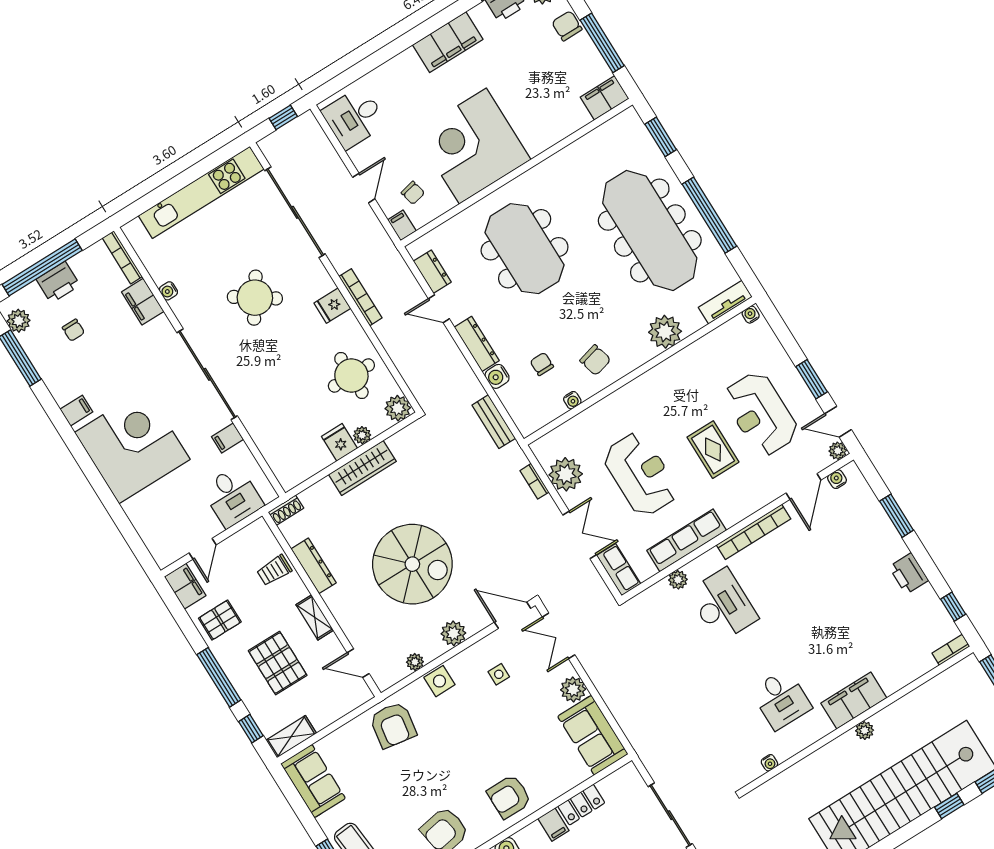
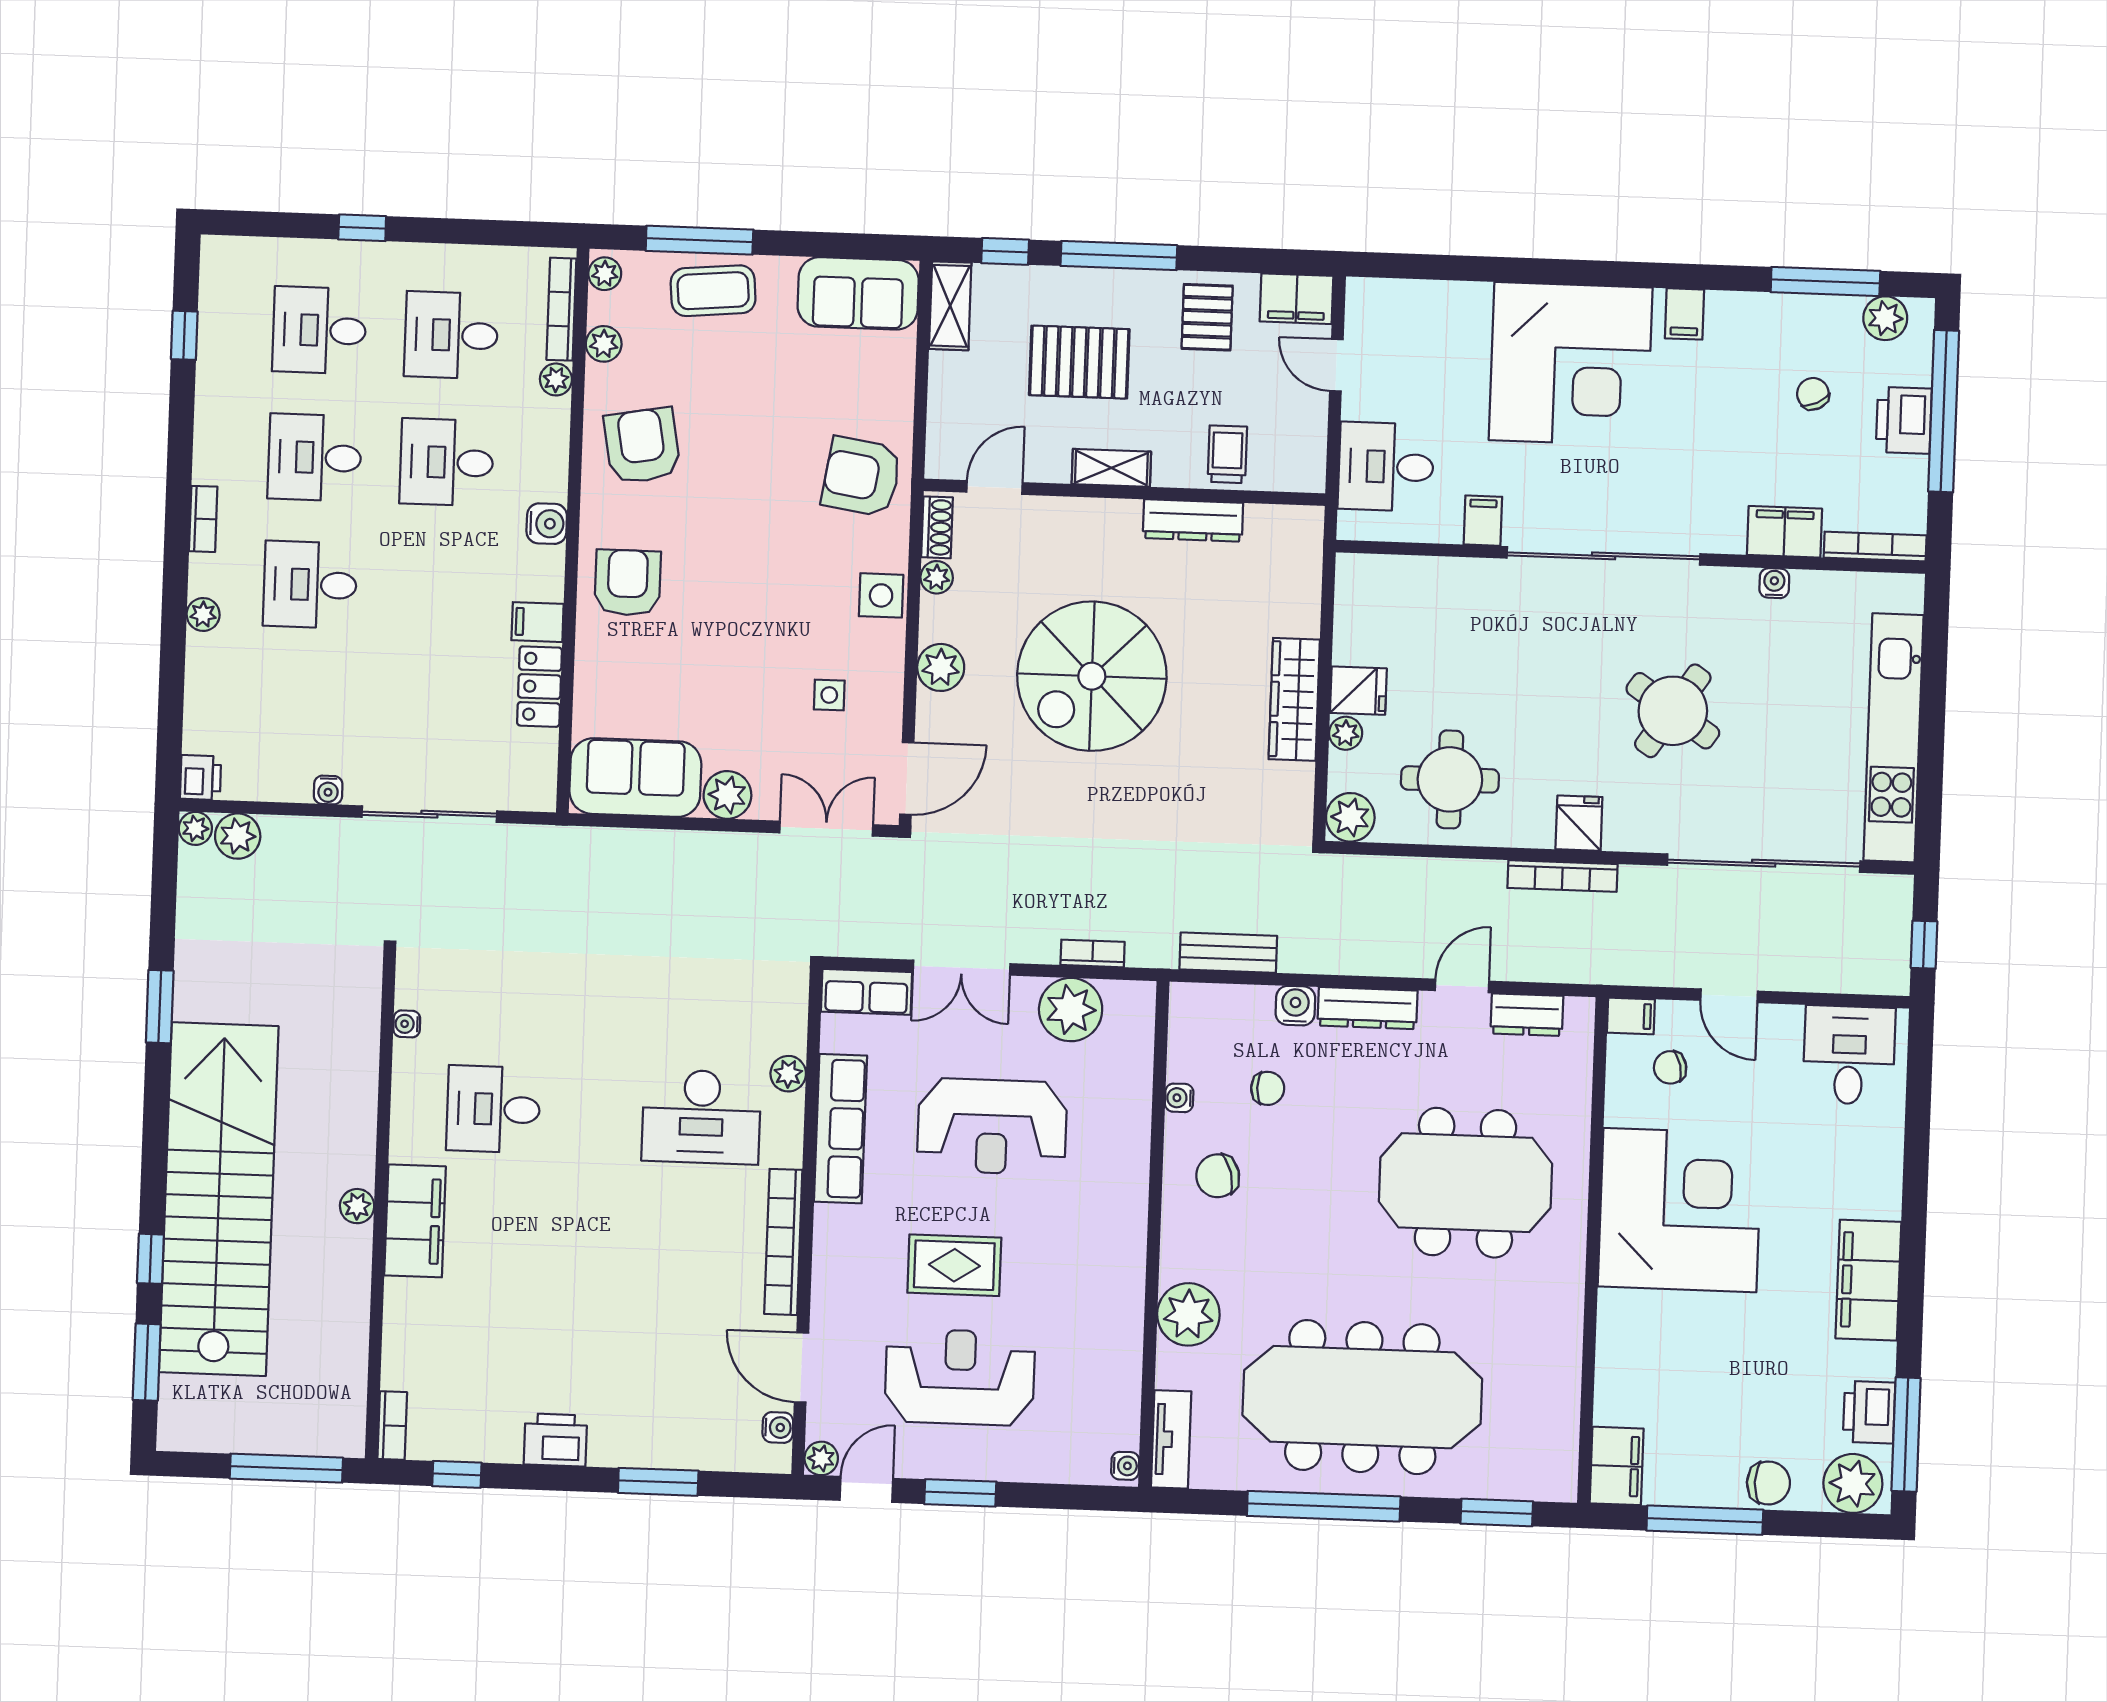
chair: (73, 330) -> (1813, 394), turned 64
shoe rack: (286, 510) -> (937, 527), moved, turned 180

